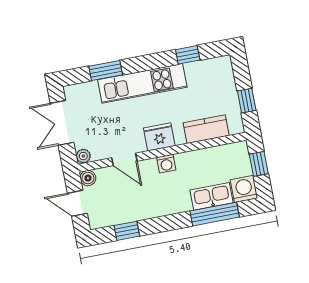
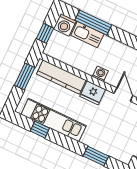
kitchen unit: (142, 83) -> (54, 120), moved
window: (247, 101) -> (25, 76), width x1.50
kitchen counter: (206, 129) -> (61, 77), width x1.50

